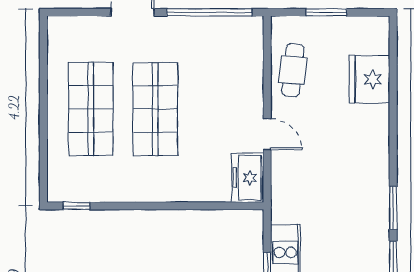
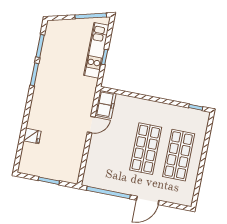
cafe table: (293, 70) -> (72, 155), removed
fridge: (369, 79) -> (32, 136), width x0.53, depth x0.75
door: (267, 134) -> (91, 125), swing flipped

